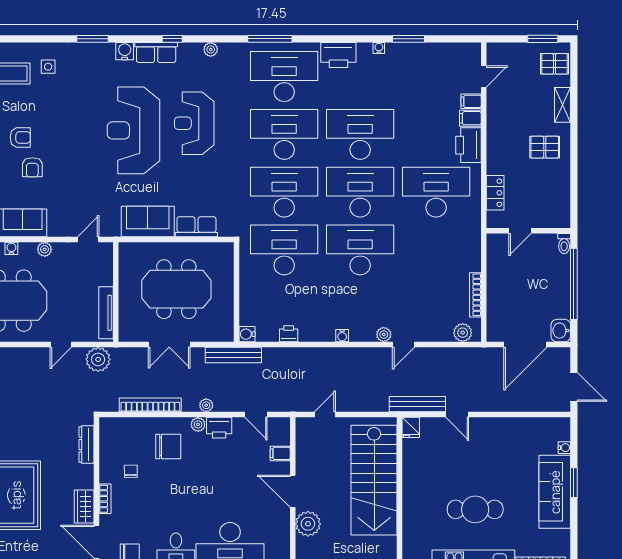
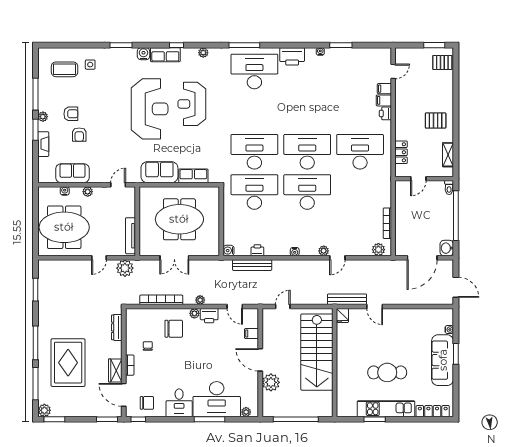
shelving: (563, 105) -> (448, 155), moved
reception desk: (133, 130) -> (150, 109), turned 180
desk: (284, 134) -> (254, 112), removed
desk: (360, 134) -> (307, 112), removed
printer: (468, 145) -> (385, 113), width x0.53, depth x0.68
bench: (233, 355) -> (252, 265), moved

